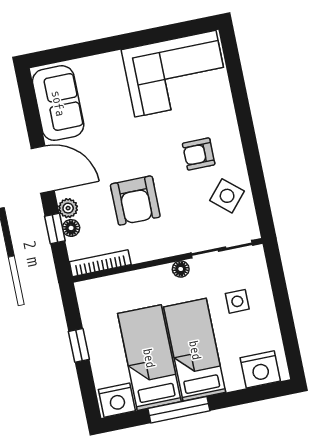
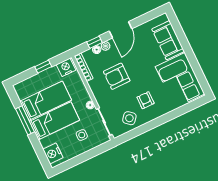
sofa: (58, 103) -> (168, 40), moved, turned 90
nightstand: (117, 400) -> (66, 67), moved, turned 90

